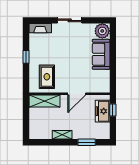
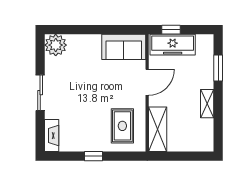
sofa: (101, 54) -> (124, 47), moved
rug: (47, 77) -> (122, 126), turned 90
door: (77, 94) -> (147, 82), hinge flipped
freezer: (103, 111) -> (173, 45), width x1.40

